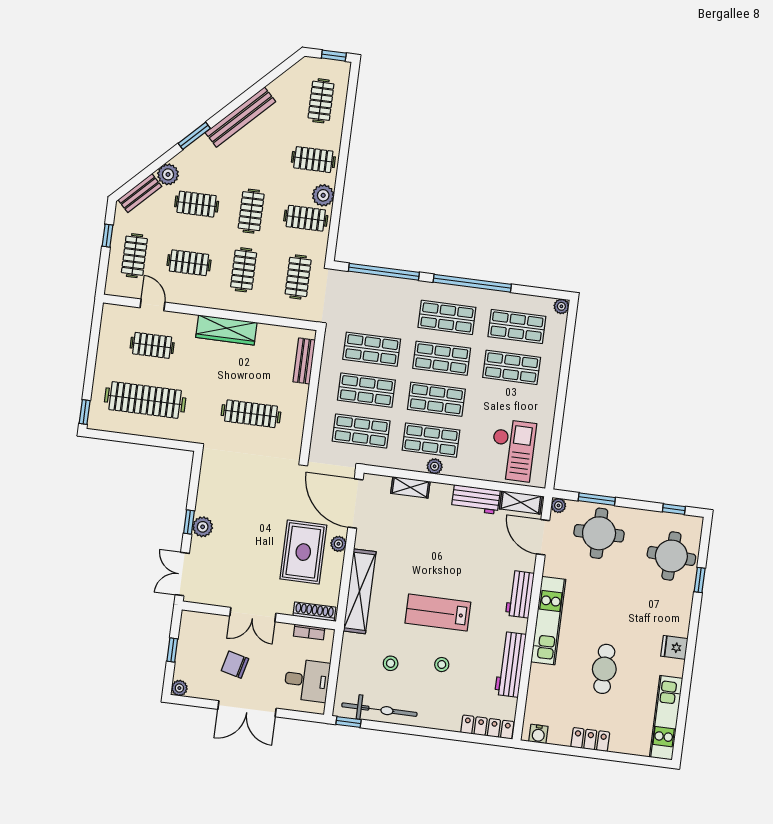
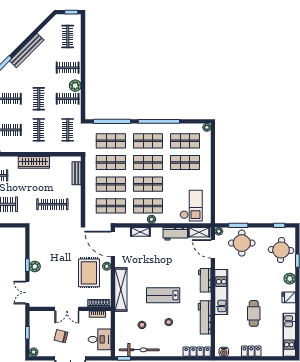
shop shelf: (377, 308) -> (111, 141), added
plant: (681, 612) -> (290, 279), added

